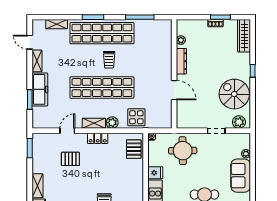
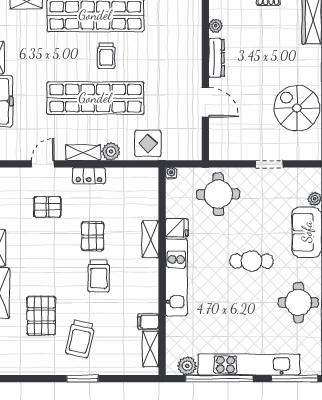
plant: (239, 122) -> (304, 151), removed
pallet: (134, 149) -> (93, 236), moved
shelving: (138, 180) -> (150, 239), added

